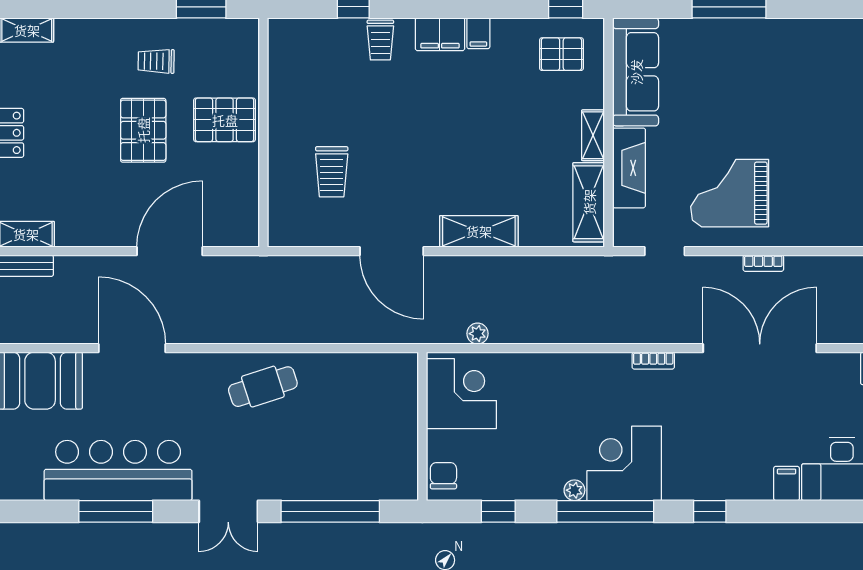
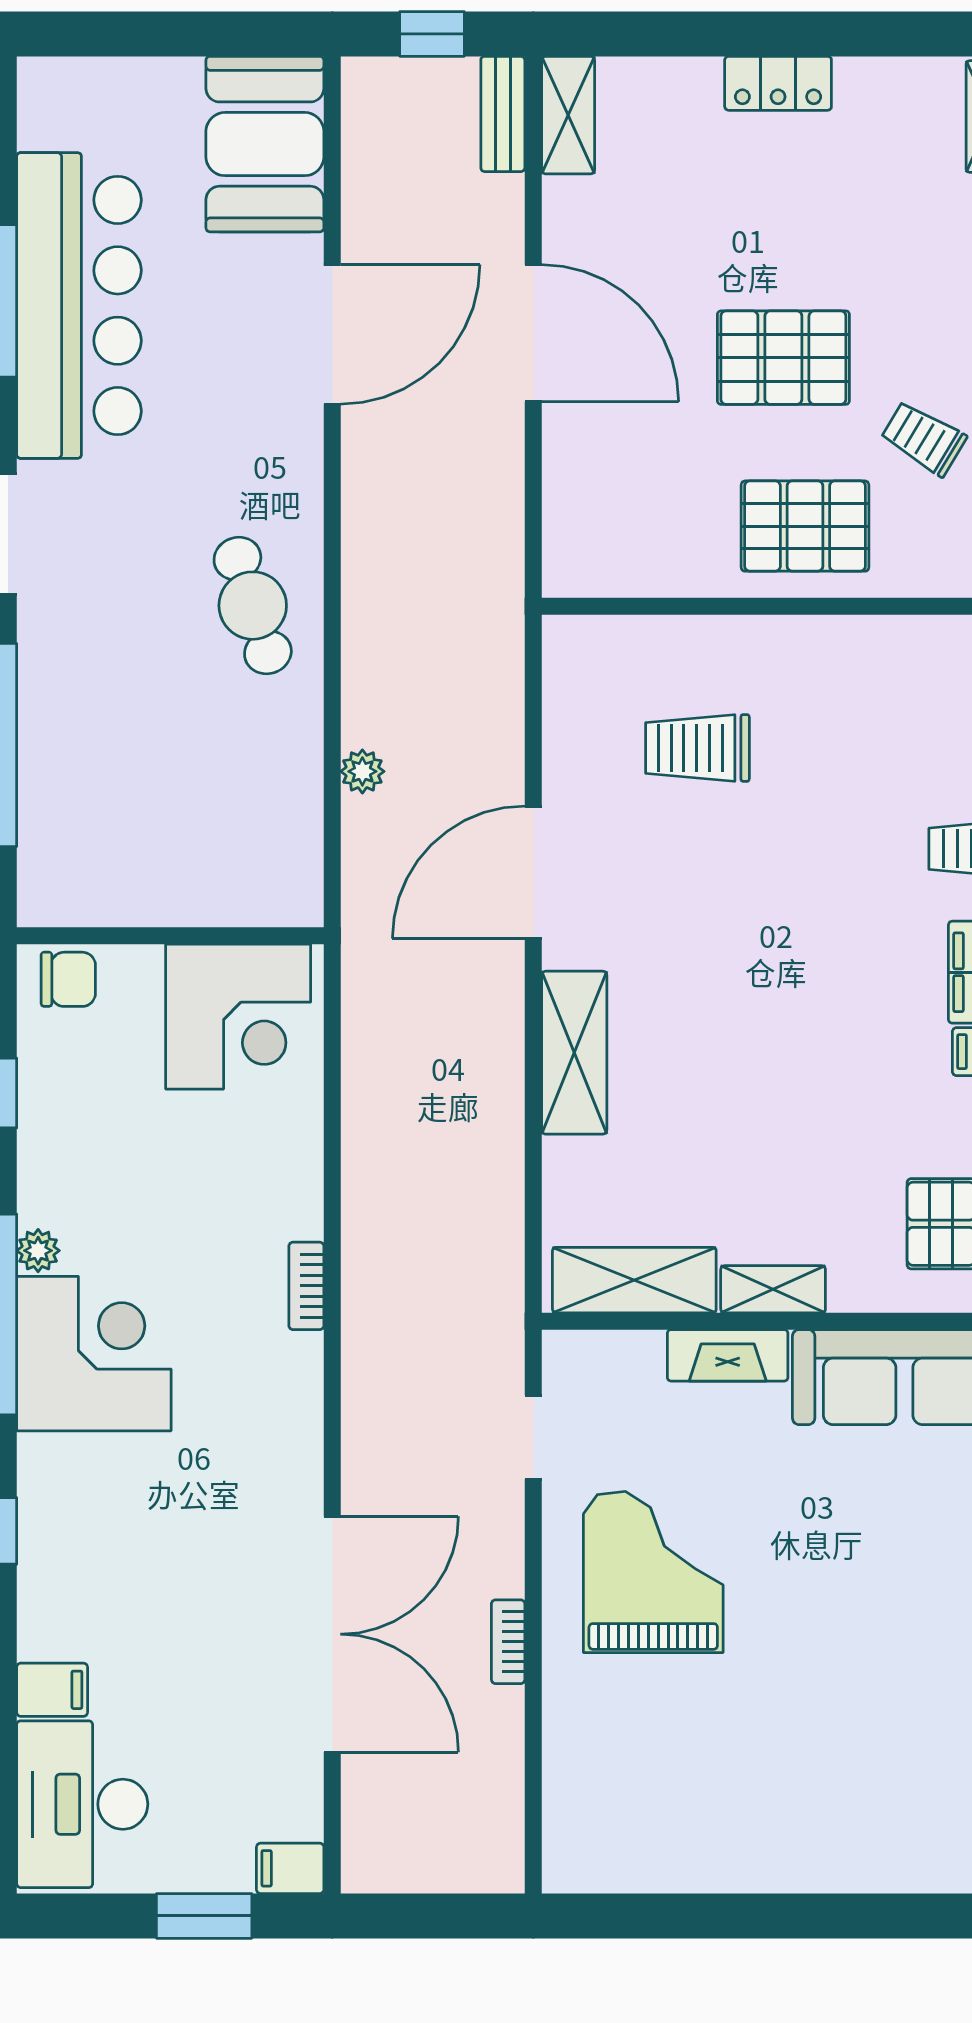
trolley: (156, 61) -> (924, 438), moved, turned -60
pallet: (225, 120) -> (805, 526), turned 90
fireplace: (629, 168) -> (728, 1355), width x0.73, depth x0.76
door: (170, 251) -> (533, 333), moved
plant: (477, 334) -> (362, 771), moved
bookcase: (653, 361) -> (306, 1286), moved

